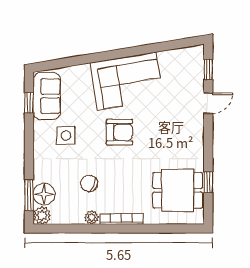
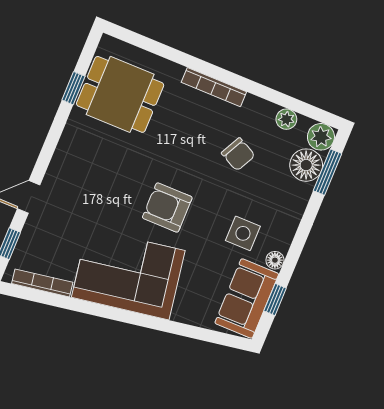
bookcase: (178, 53) -> (42, 283), added
floor lamp: (39, 127) -> (275, 260), added
plant: (92, 218) -> (286, 119), moved

